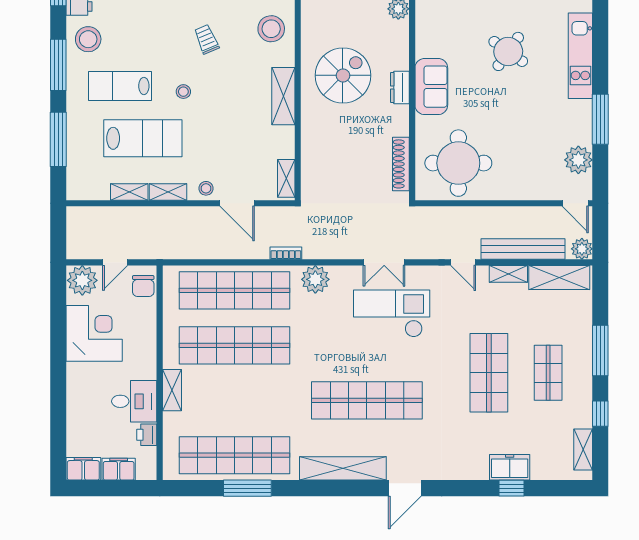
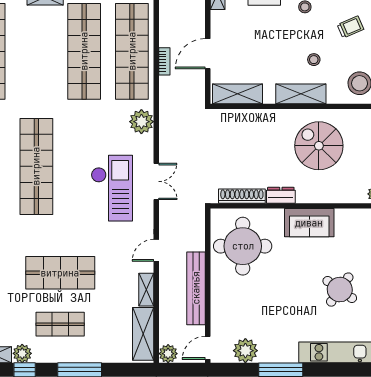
spiral stairs: (343, 75) -> (319, 146), turned 180
dresser: (400, 88) -> (281, 195), moved
shelving: (286, 178) -> (238, 94), width x1.50, depth x1.33
stool: (206, 188) -> (314, 60), moved
bench: (523, 249) -> (196, 288), moved
bookcase: (286, 253) -> (164, 61), moved
double door: (384, 262) -> (156, 181), swing flipped
plant: (582, 417) -> (22, 353), added

